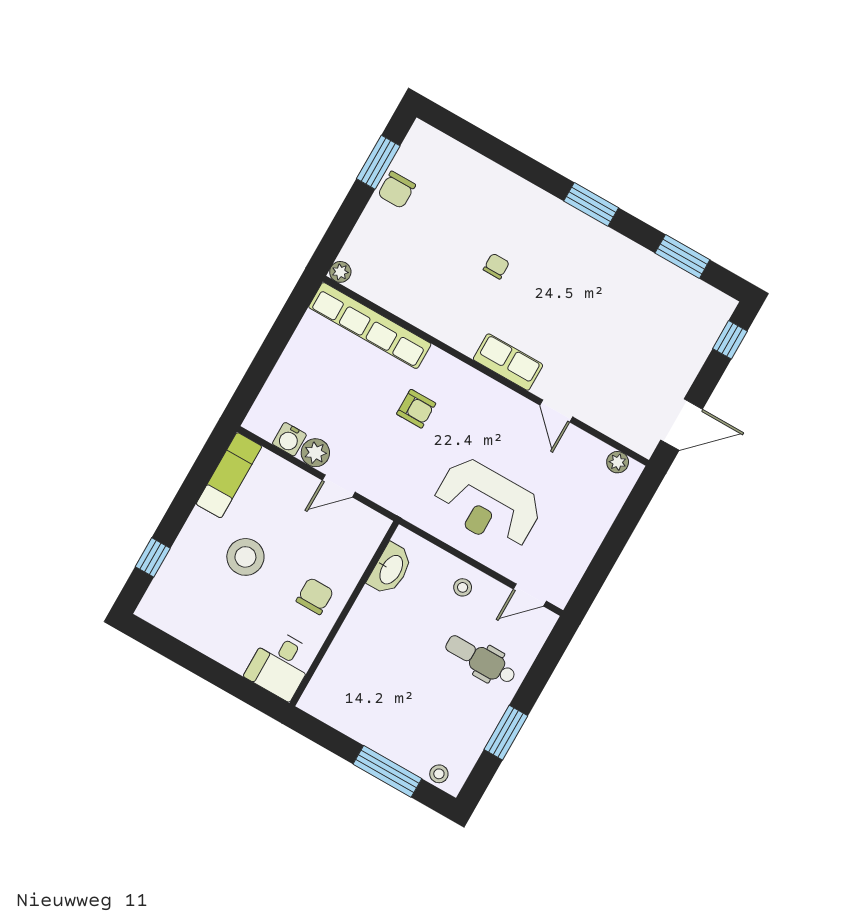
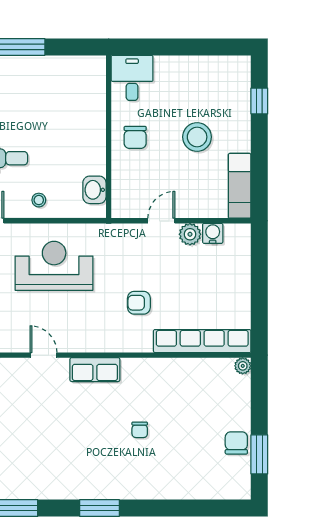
washbasin: (390, 569) -> (94, 190), width x0.72

